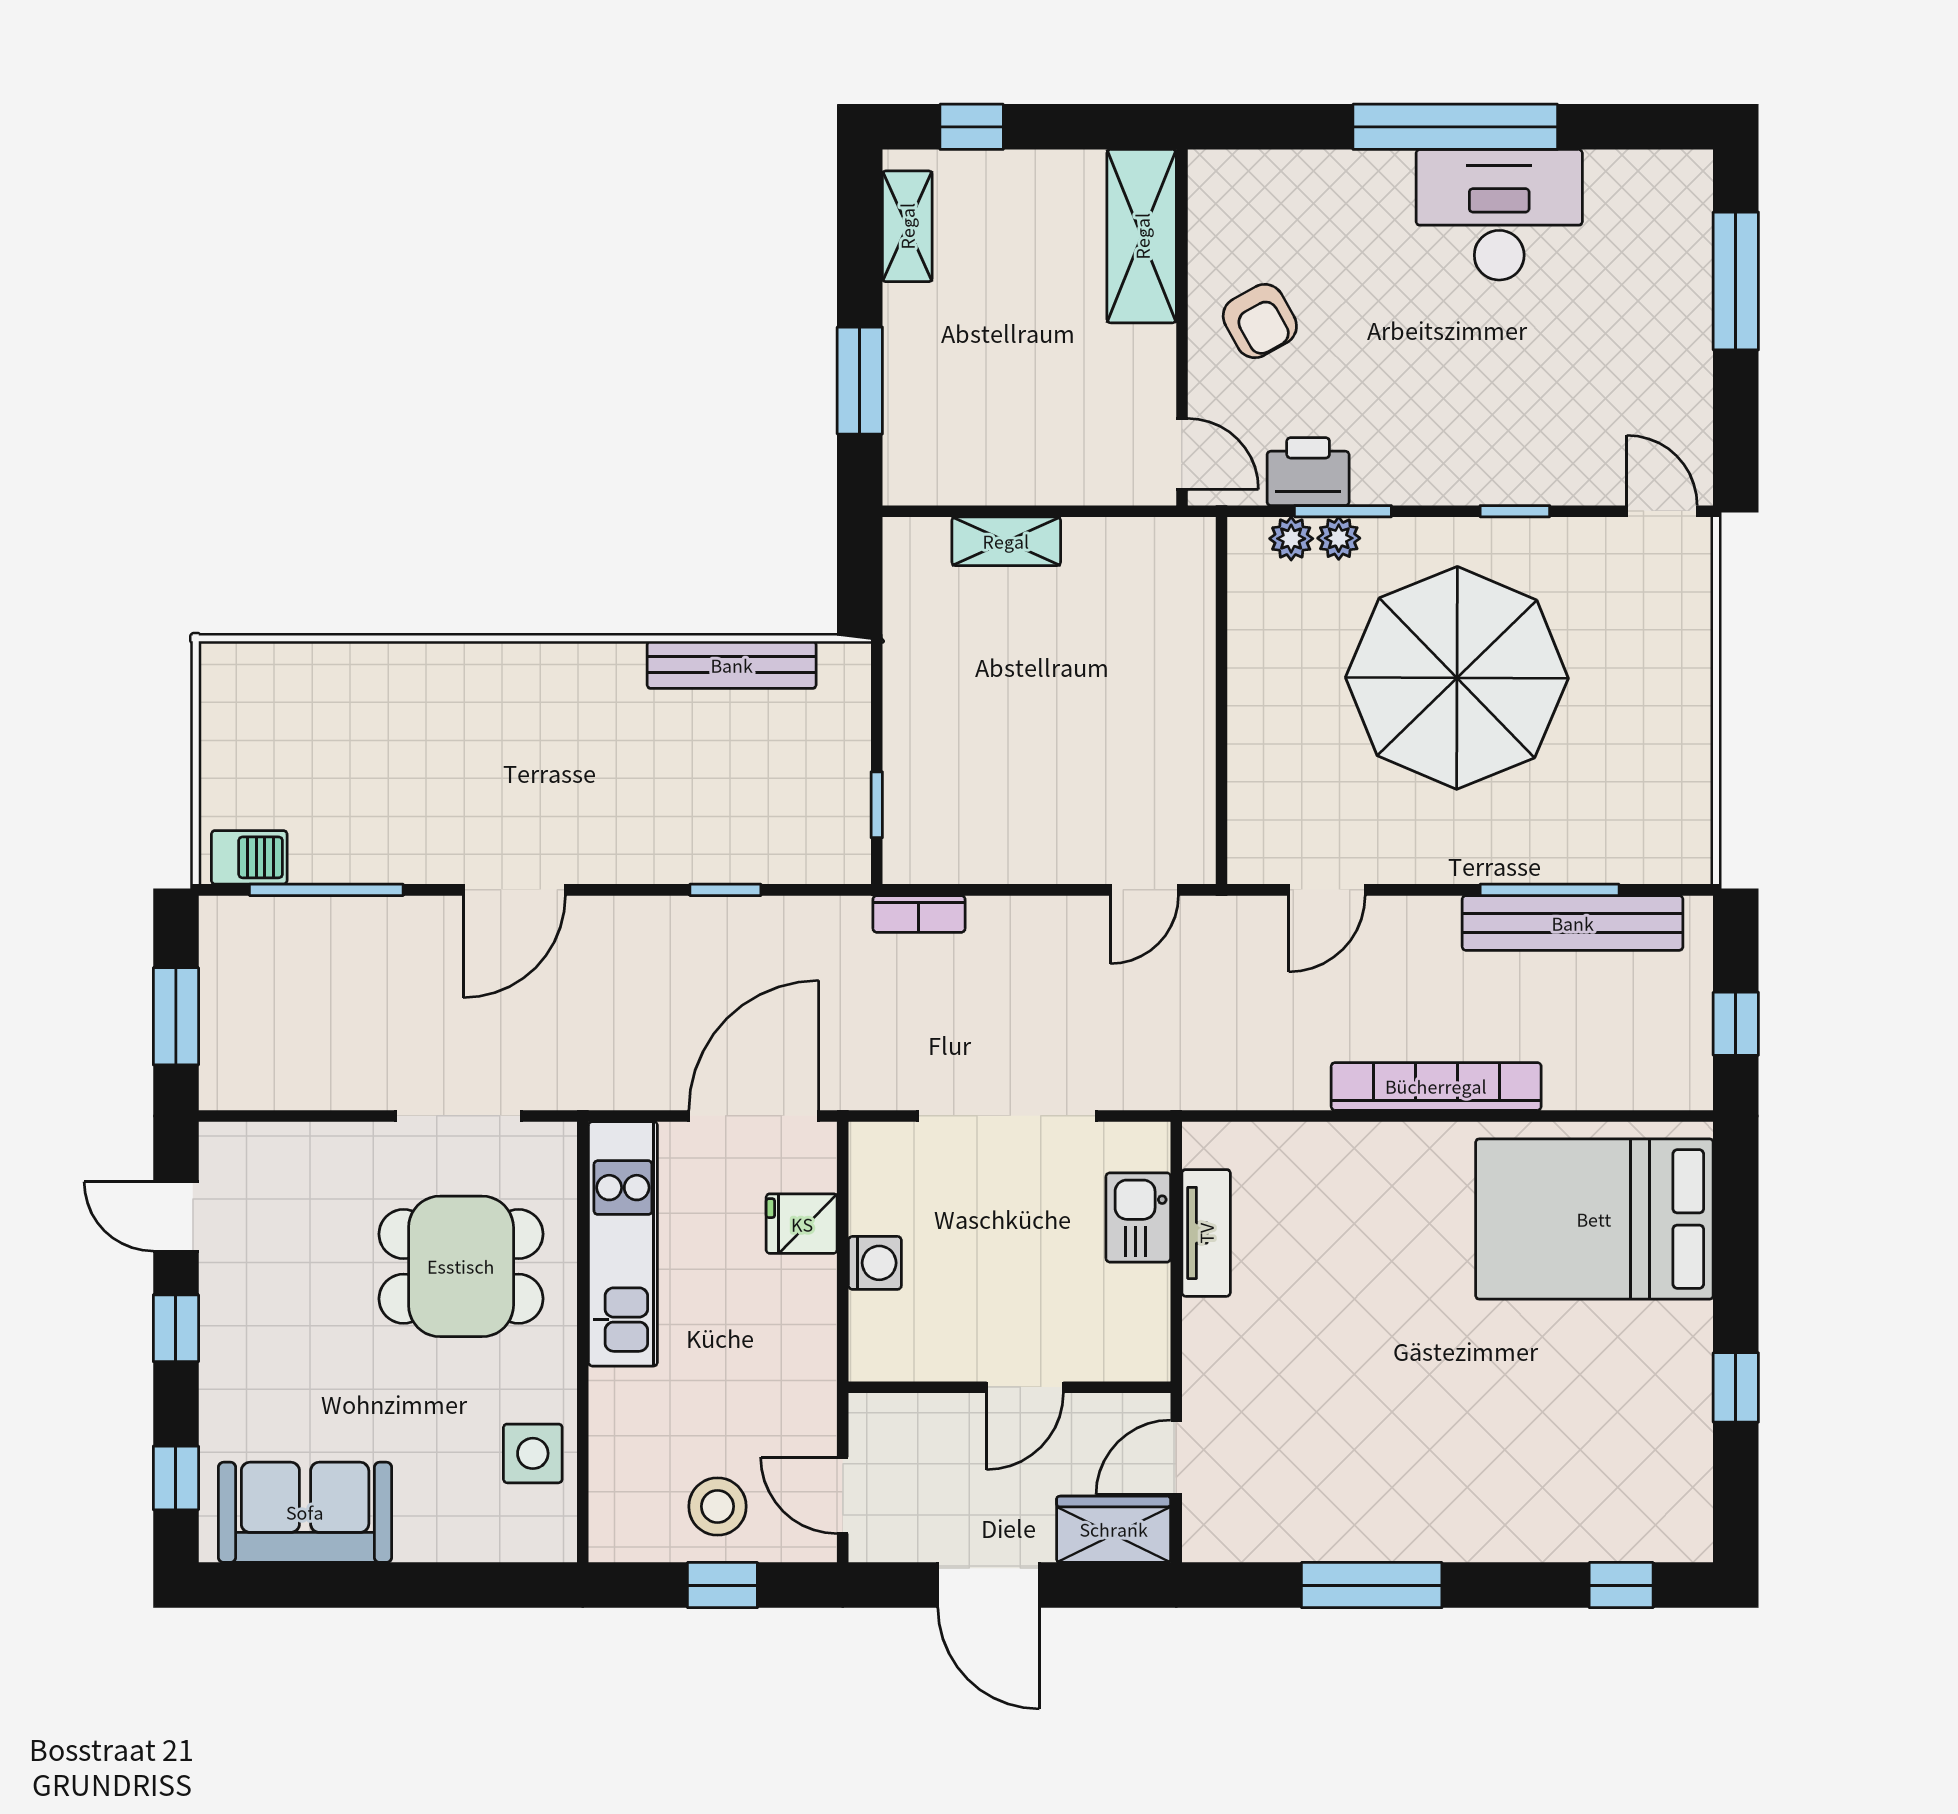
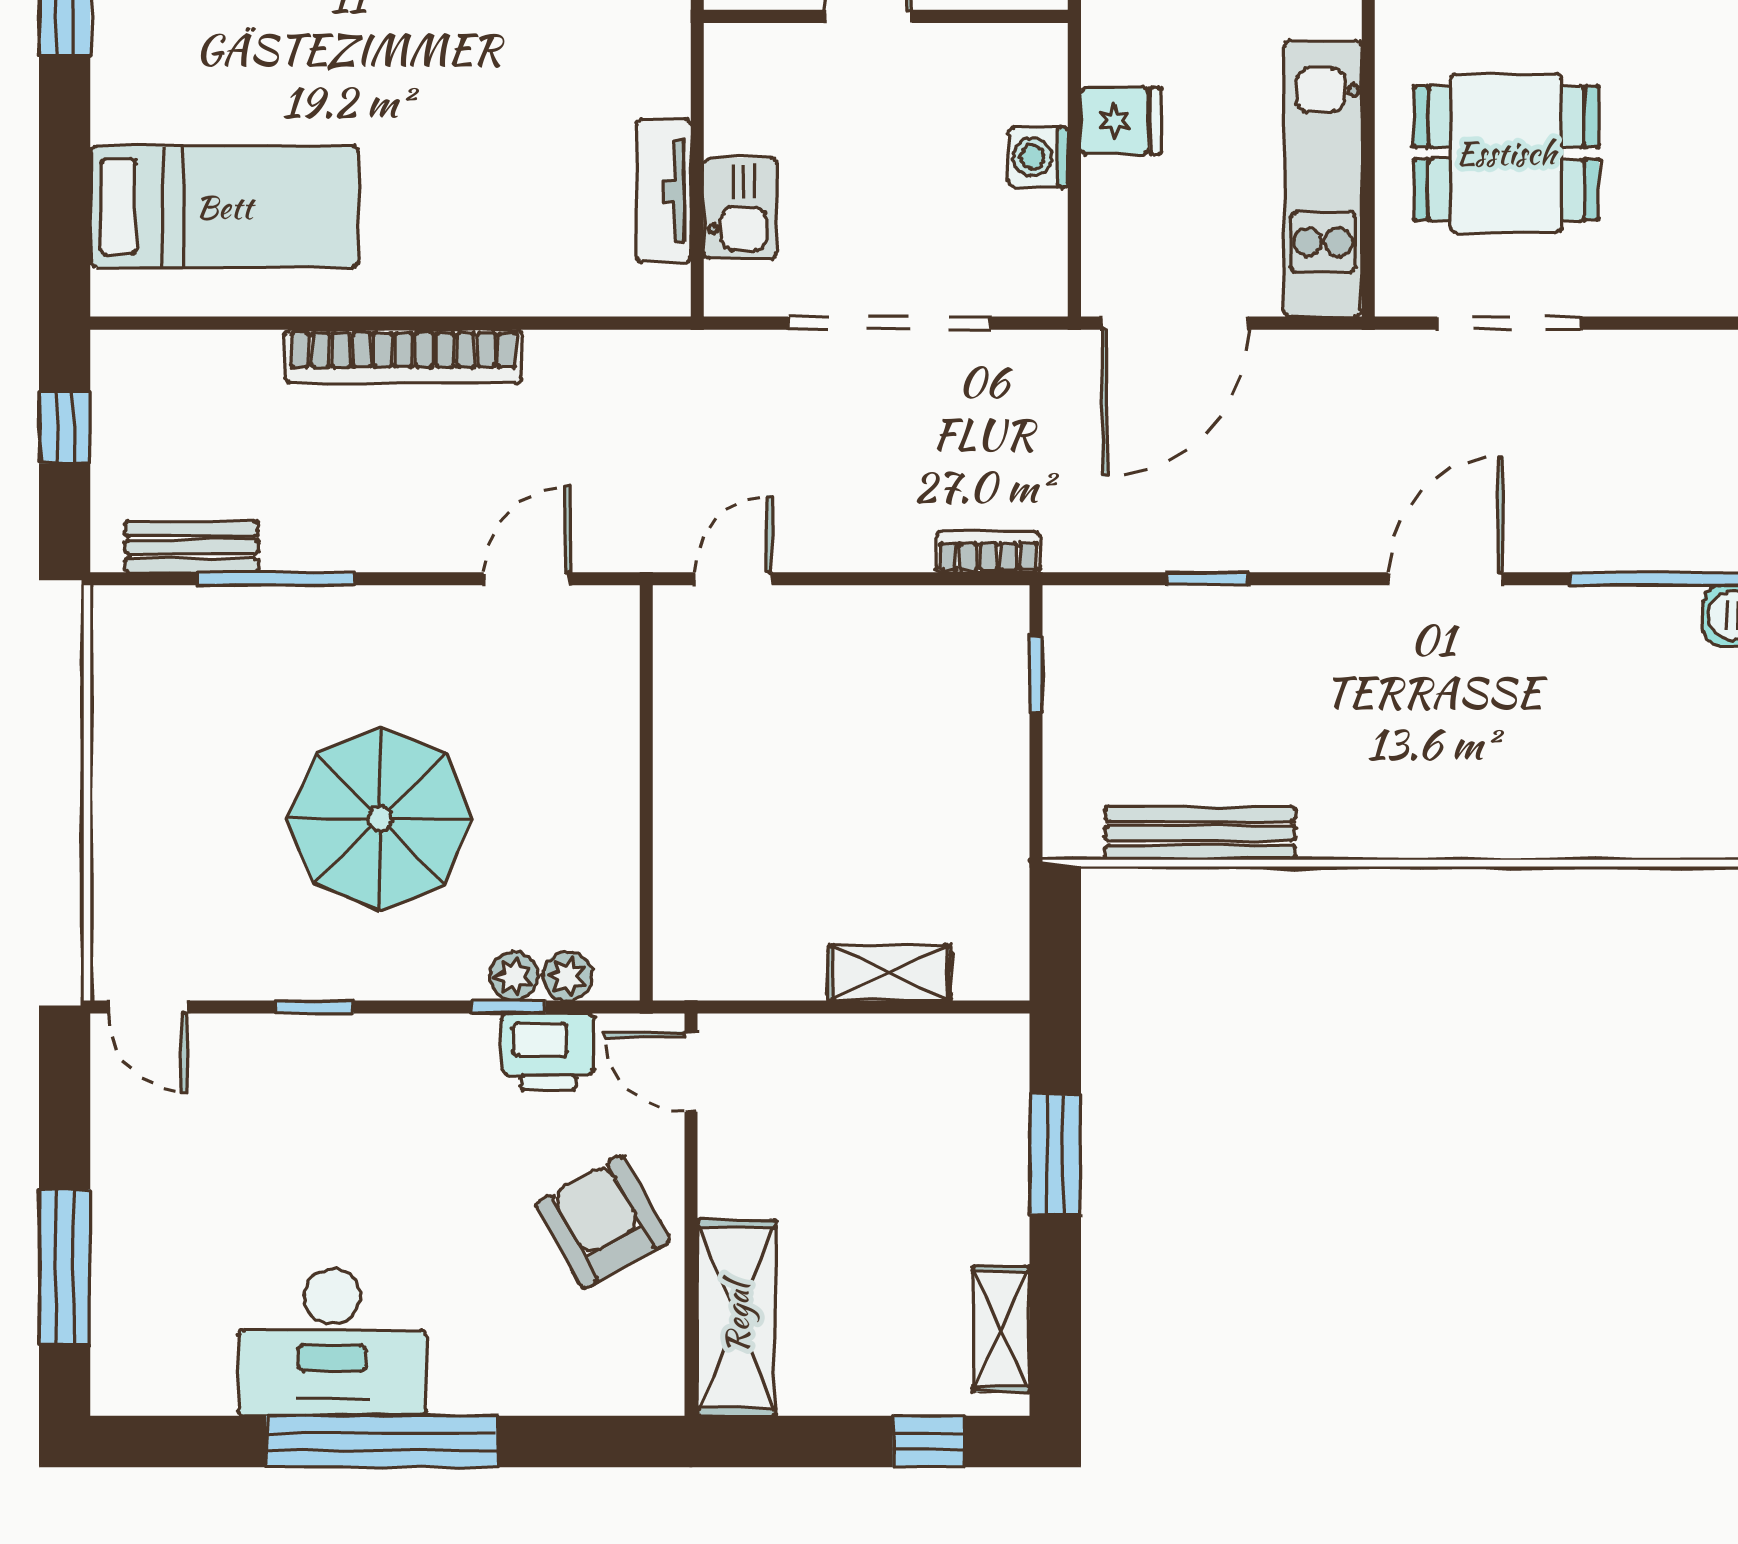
armchair: (1260, 321) -> (603, 1222), width x1.38, depth x1.38
window: (1343, 511) -> (509, 1007), width x0.67
parasol: (1457, 678) -> (380, 818), width x0.73, depth x0.73
bench: (1573, 923) -> (191, 547), width x0.54, depth x0.82
bed: (1594, 1219) -> (224, 207), width x0.67
fridge: (802, 1224) -> (1121, 121), moved

